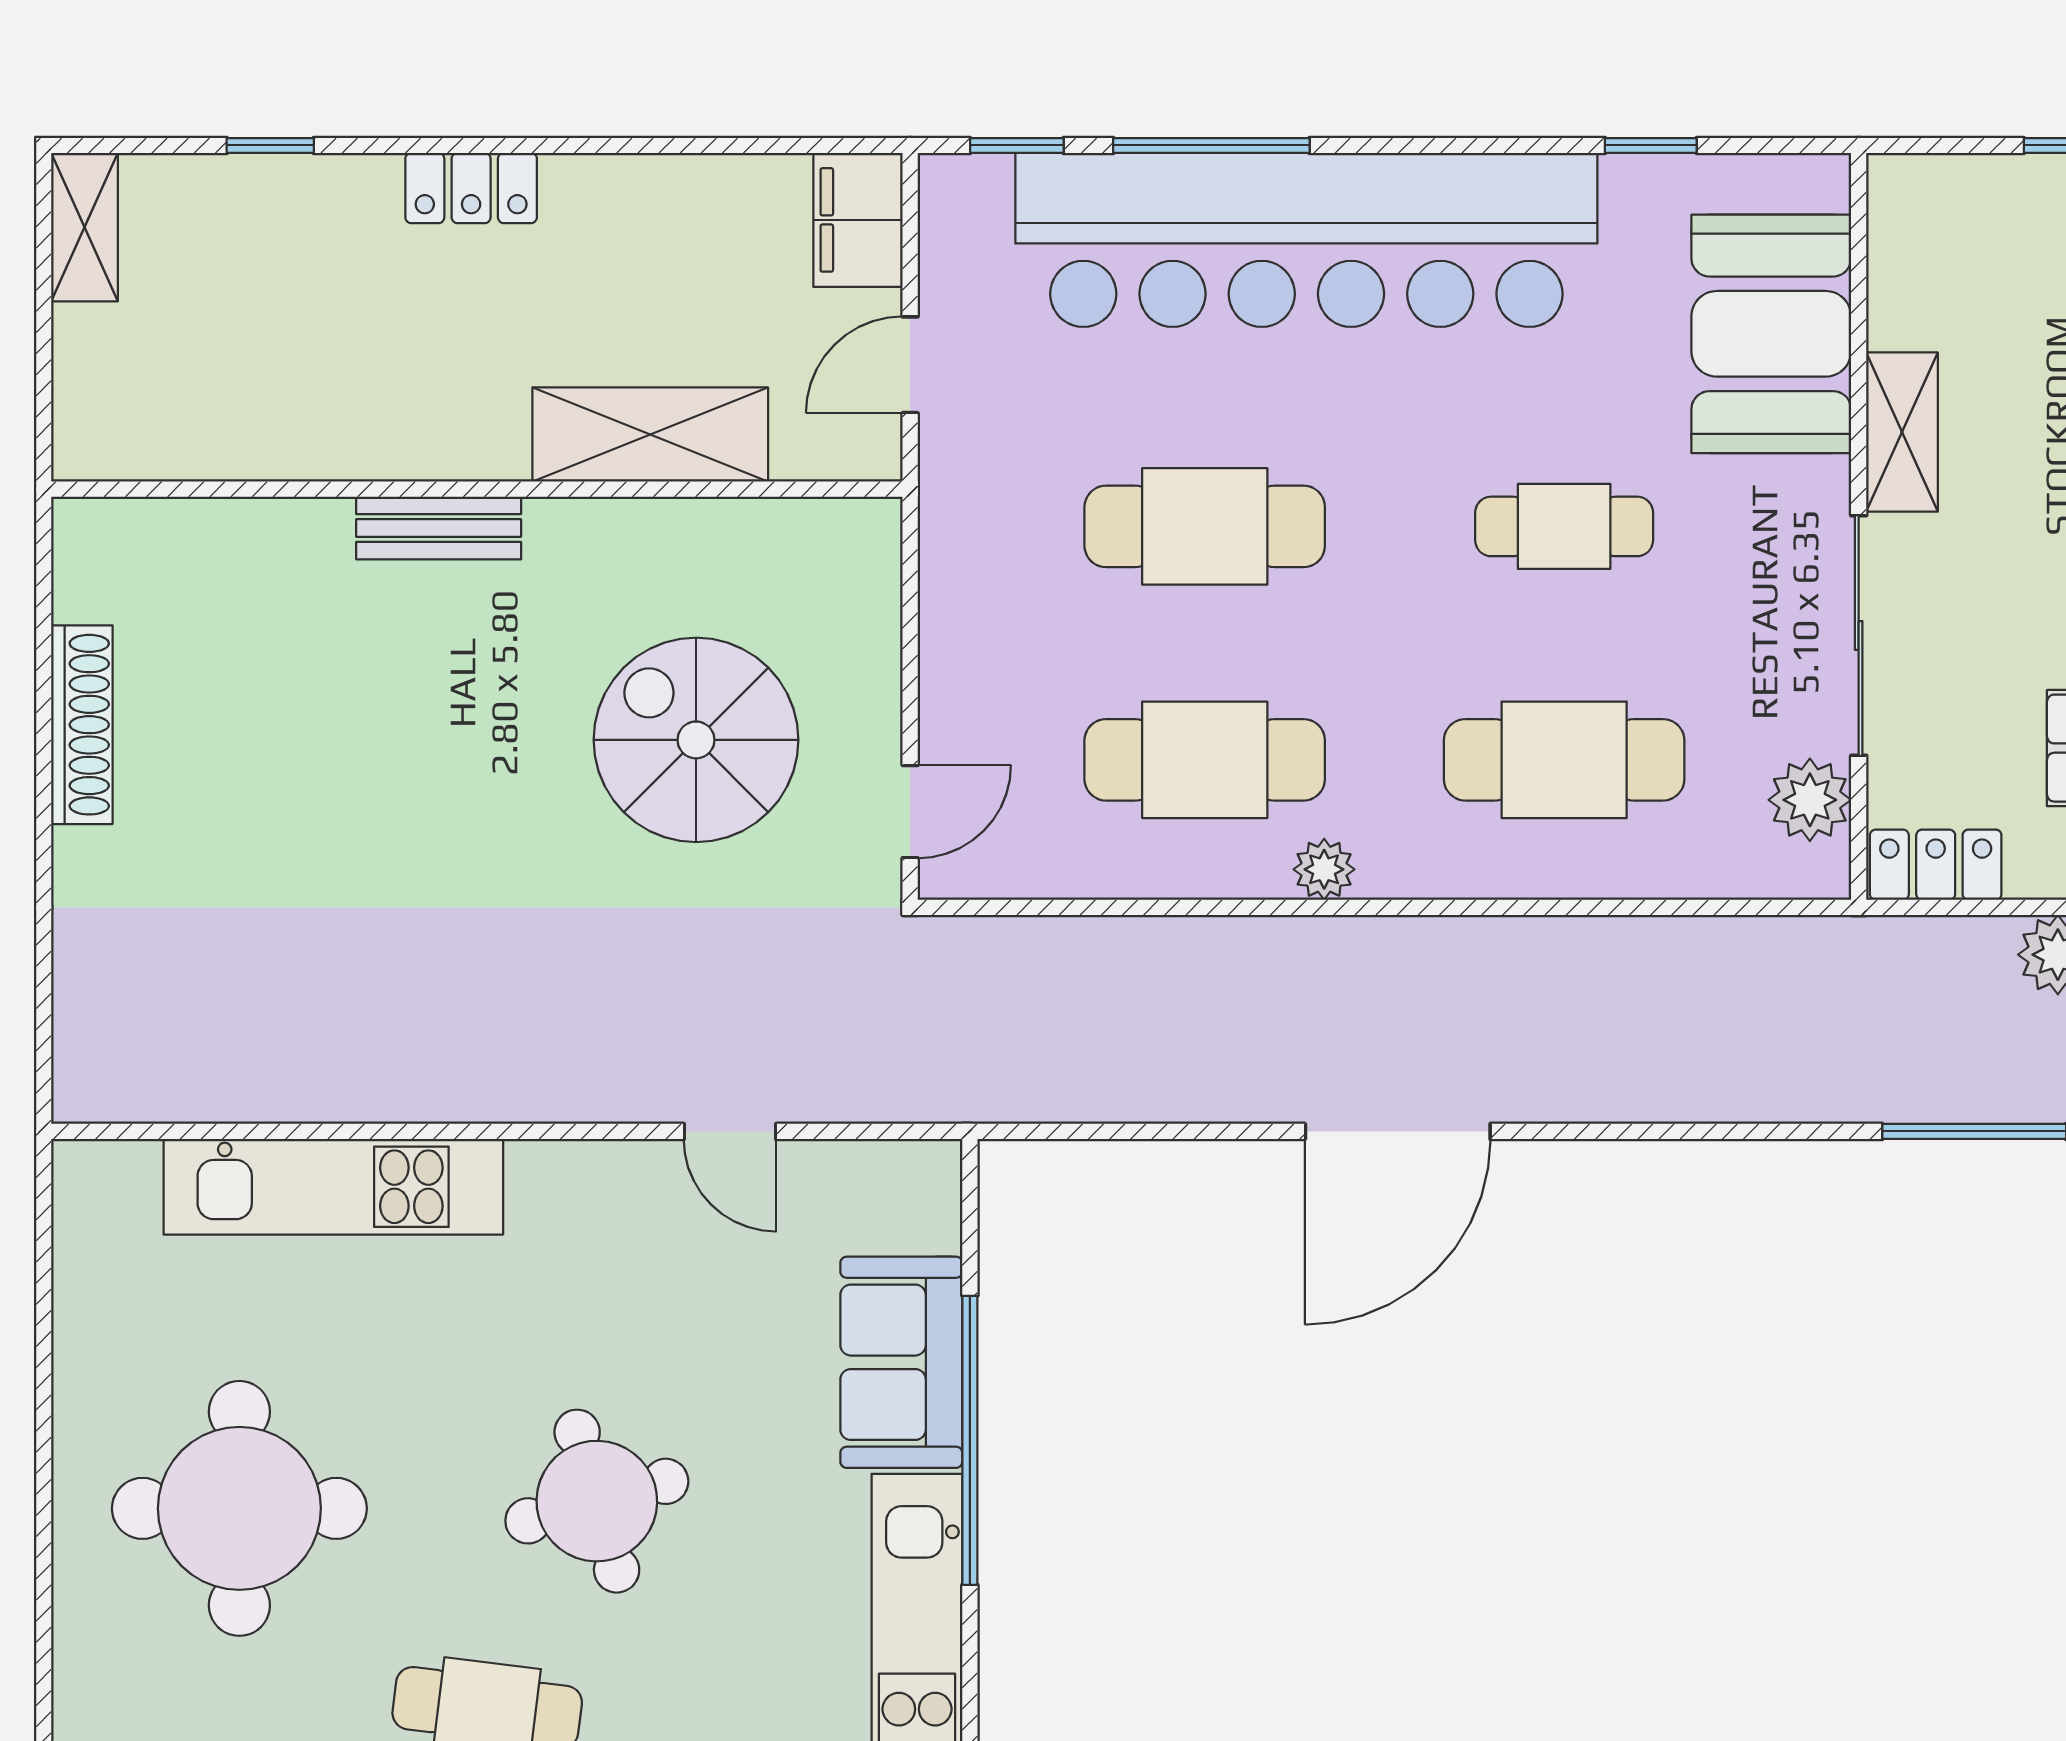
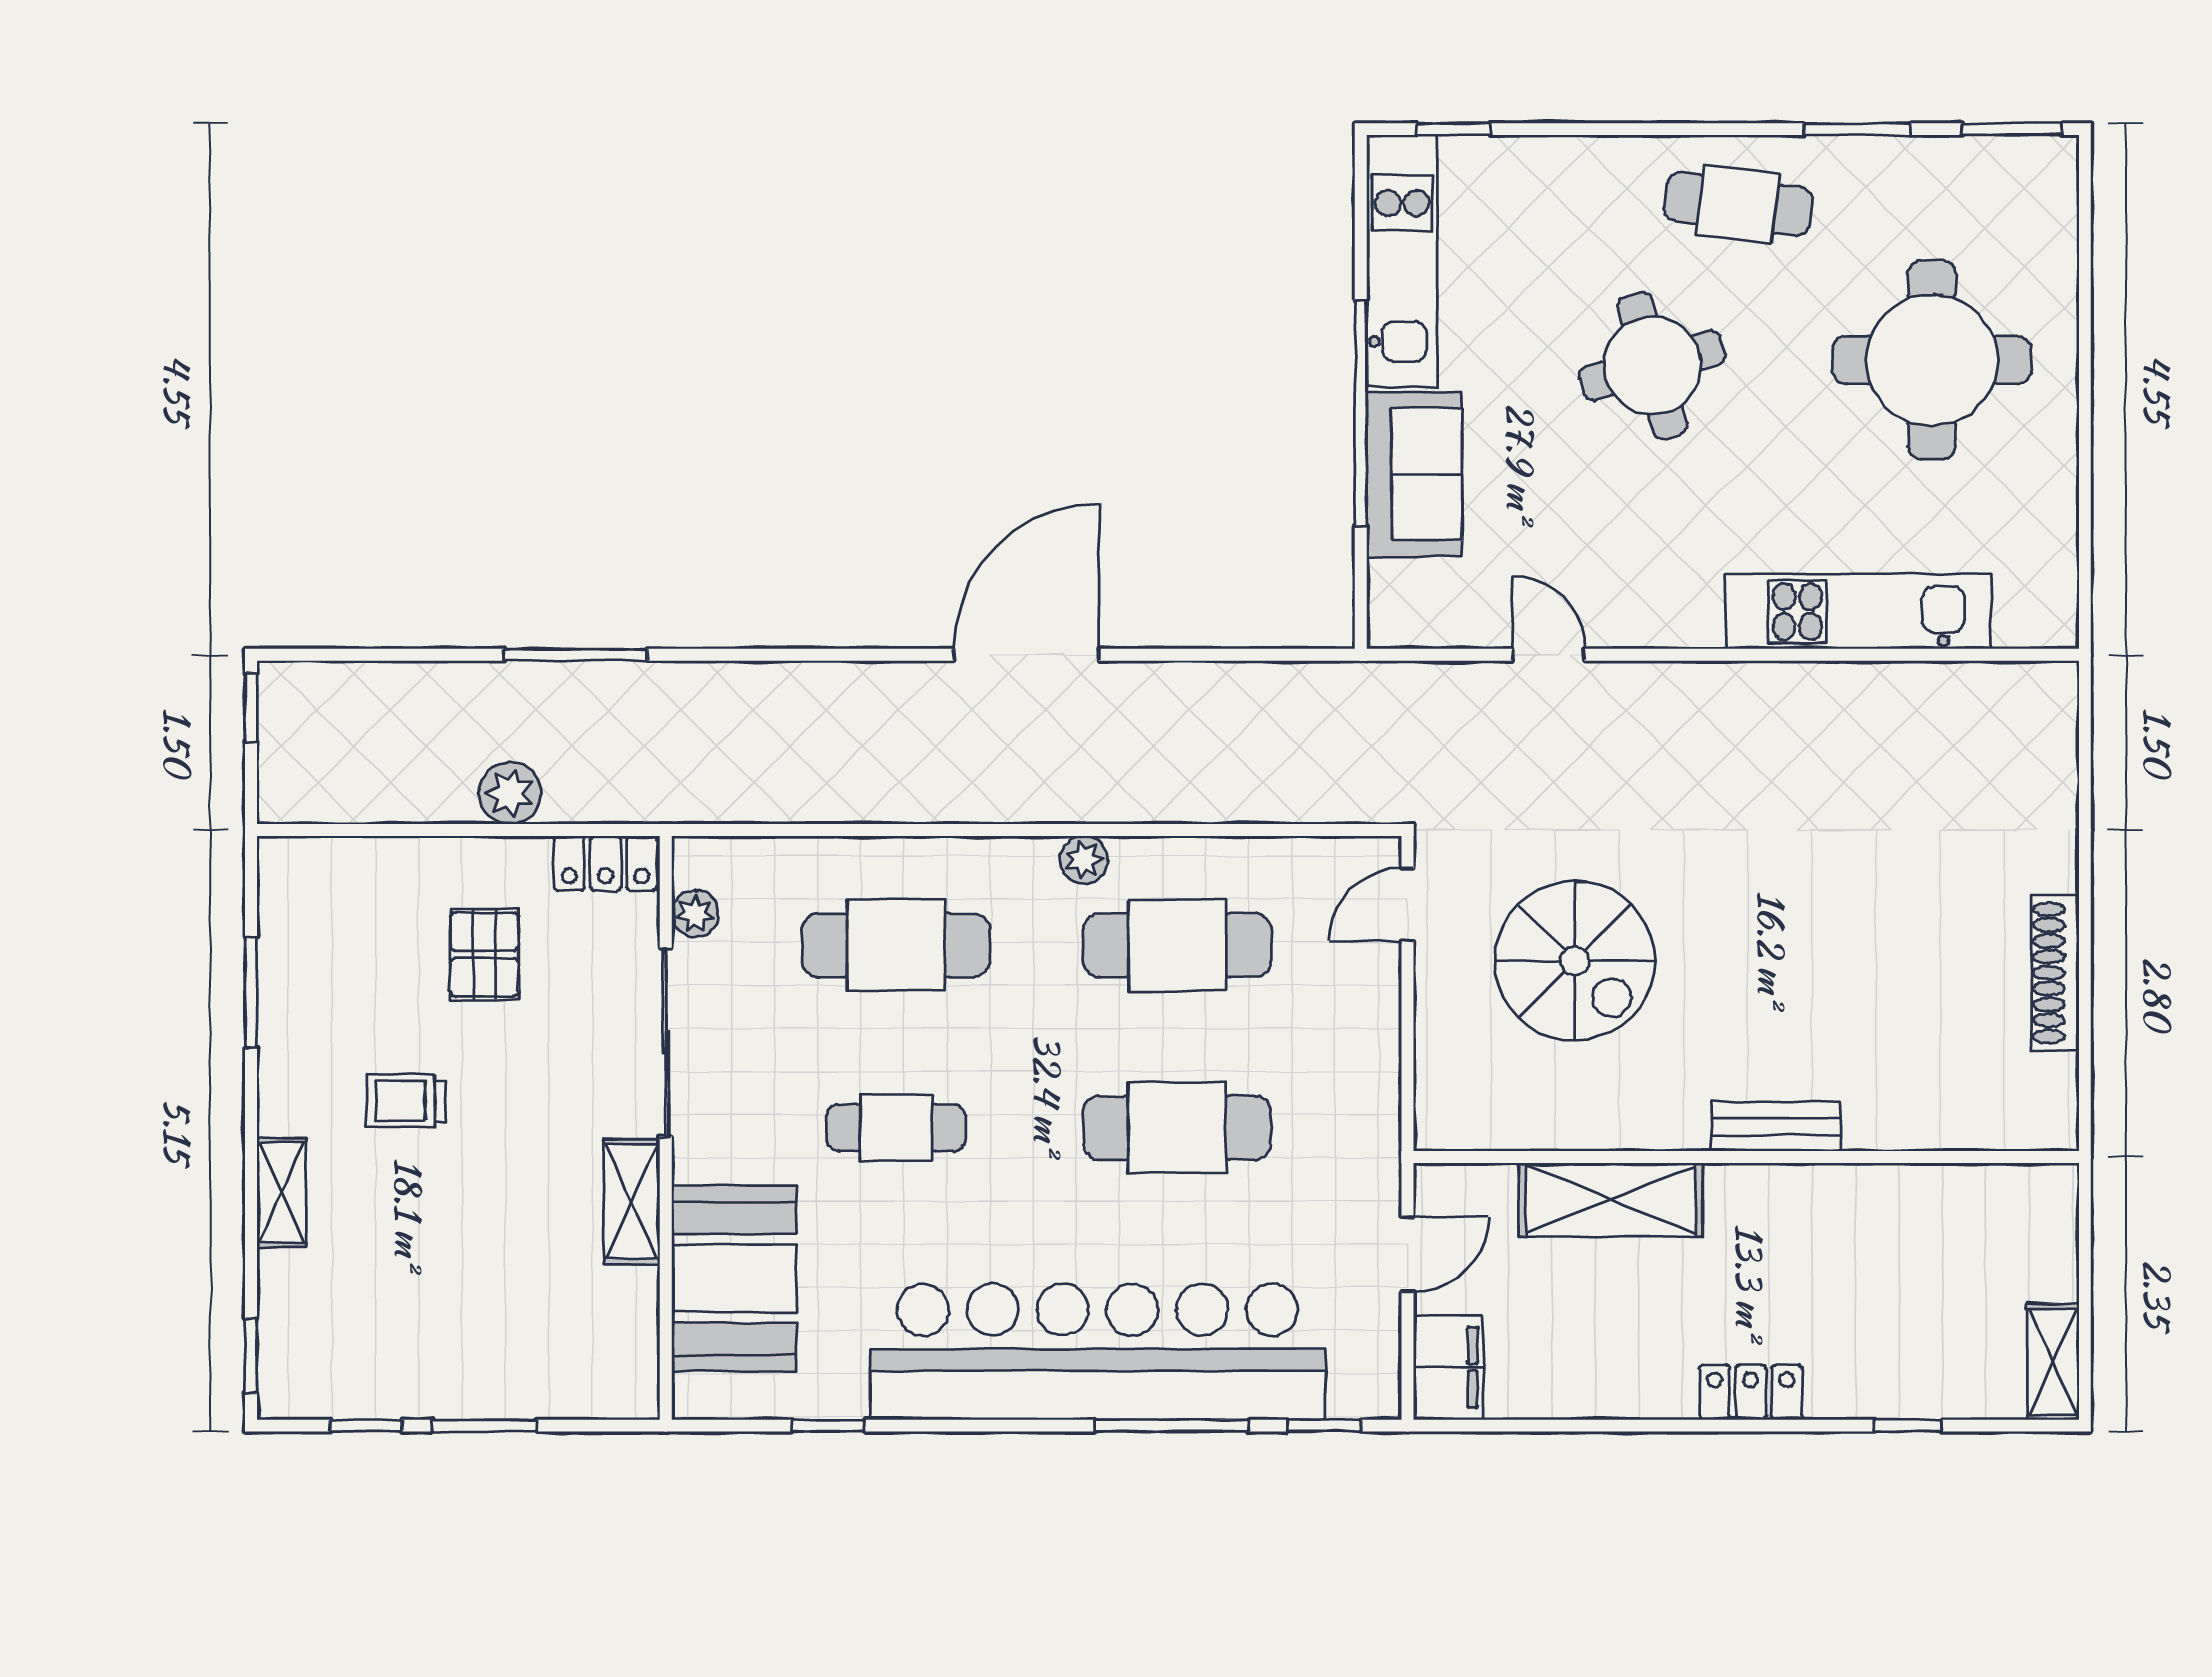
plant: (1810, 800) -> (695, 914), width x0.73, depth x0.73

